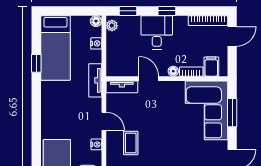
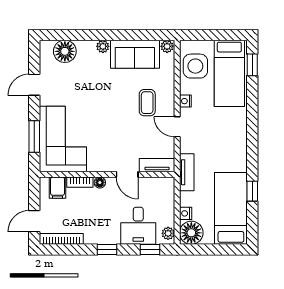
floor lamp: (96, 21) -> (191, 233), width x1.89, depth x1.89
desk: (157, 32) -> (138, 226), moved

